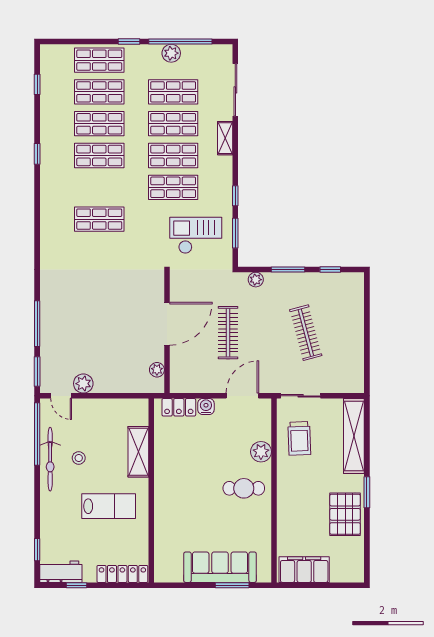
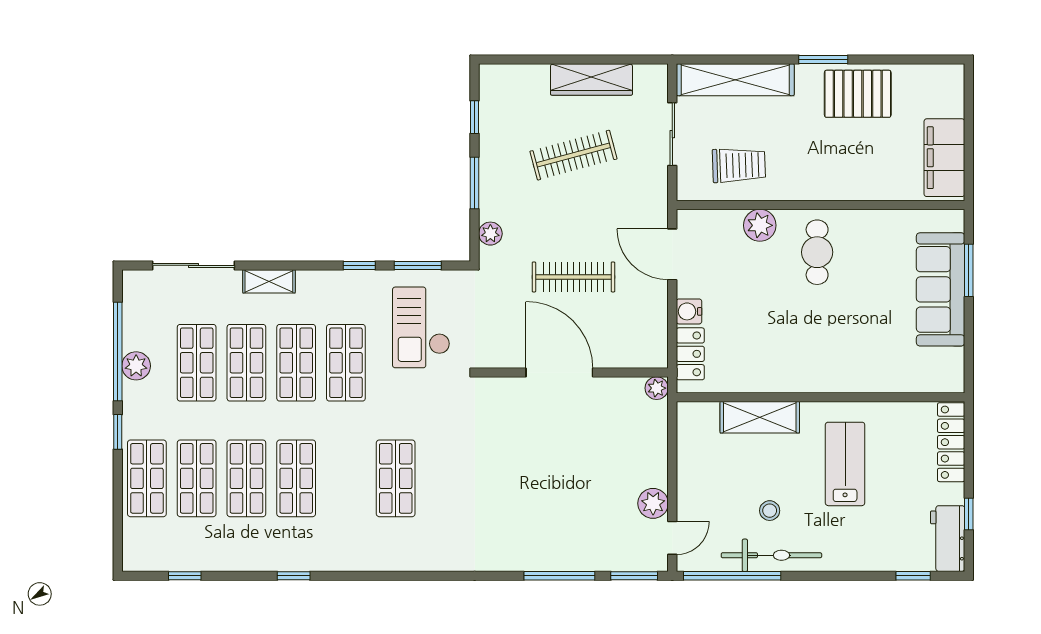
wardrobe: (354, 344) -> (591, 79), added
plant: (157, 370) -> (657, 388), moved
sliding door: (301, 396) -> (672, 134), moved

